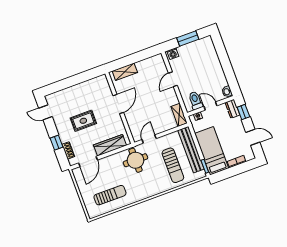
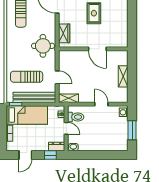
shelving: (125, 72) -> (123, 76), moved
door: (210, 106) -> (66, 128), hinge flipped
door: (149, 139) -> (57, 77), moved
wardrobe: (110, 145) -> (64, 33), width x0.67

